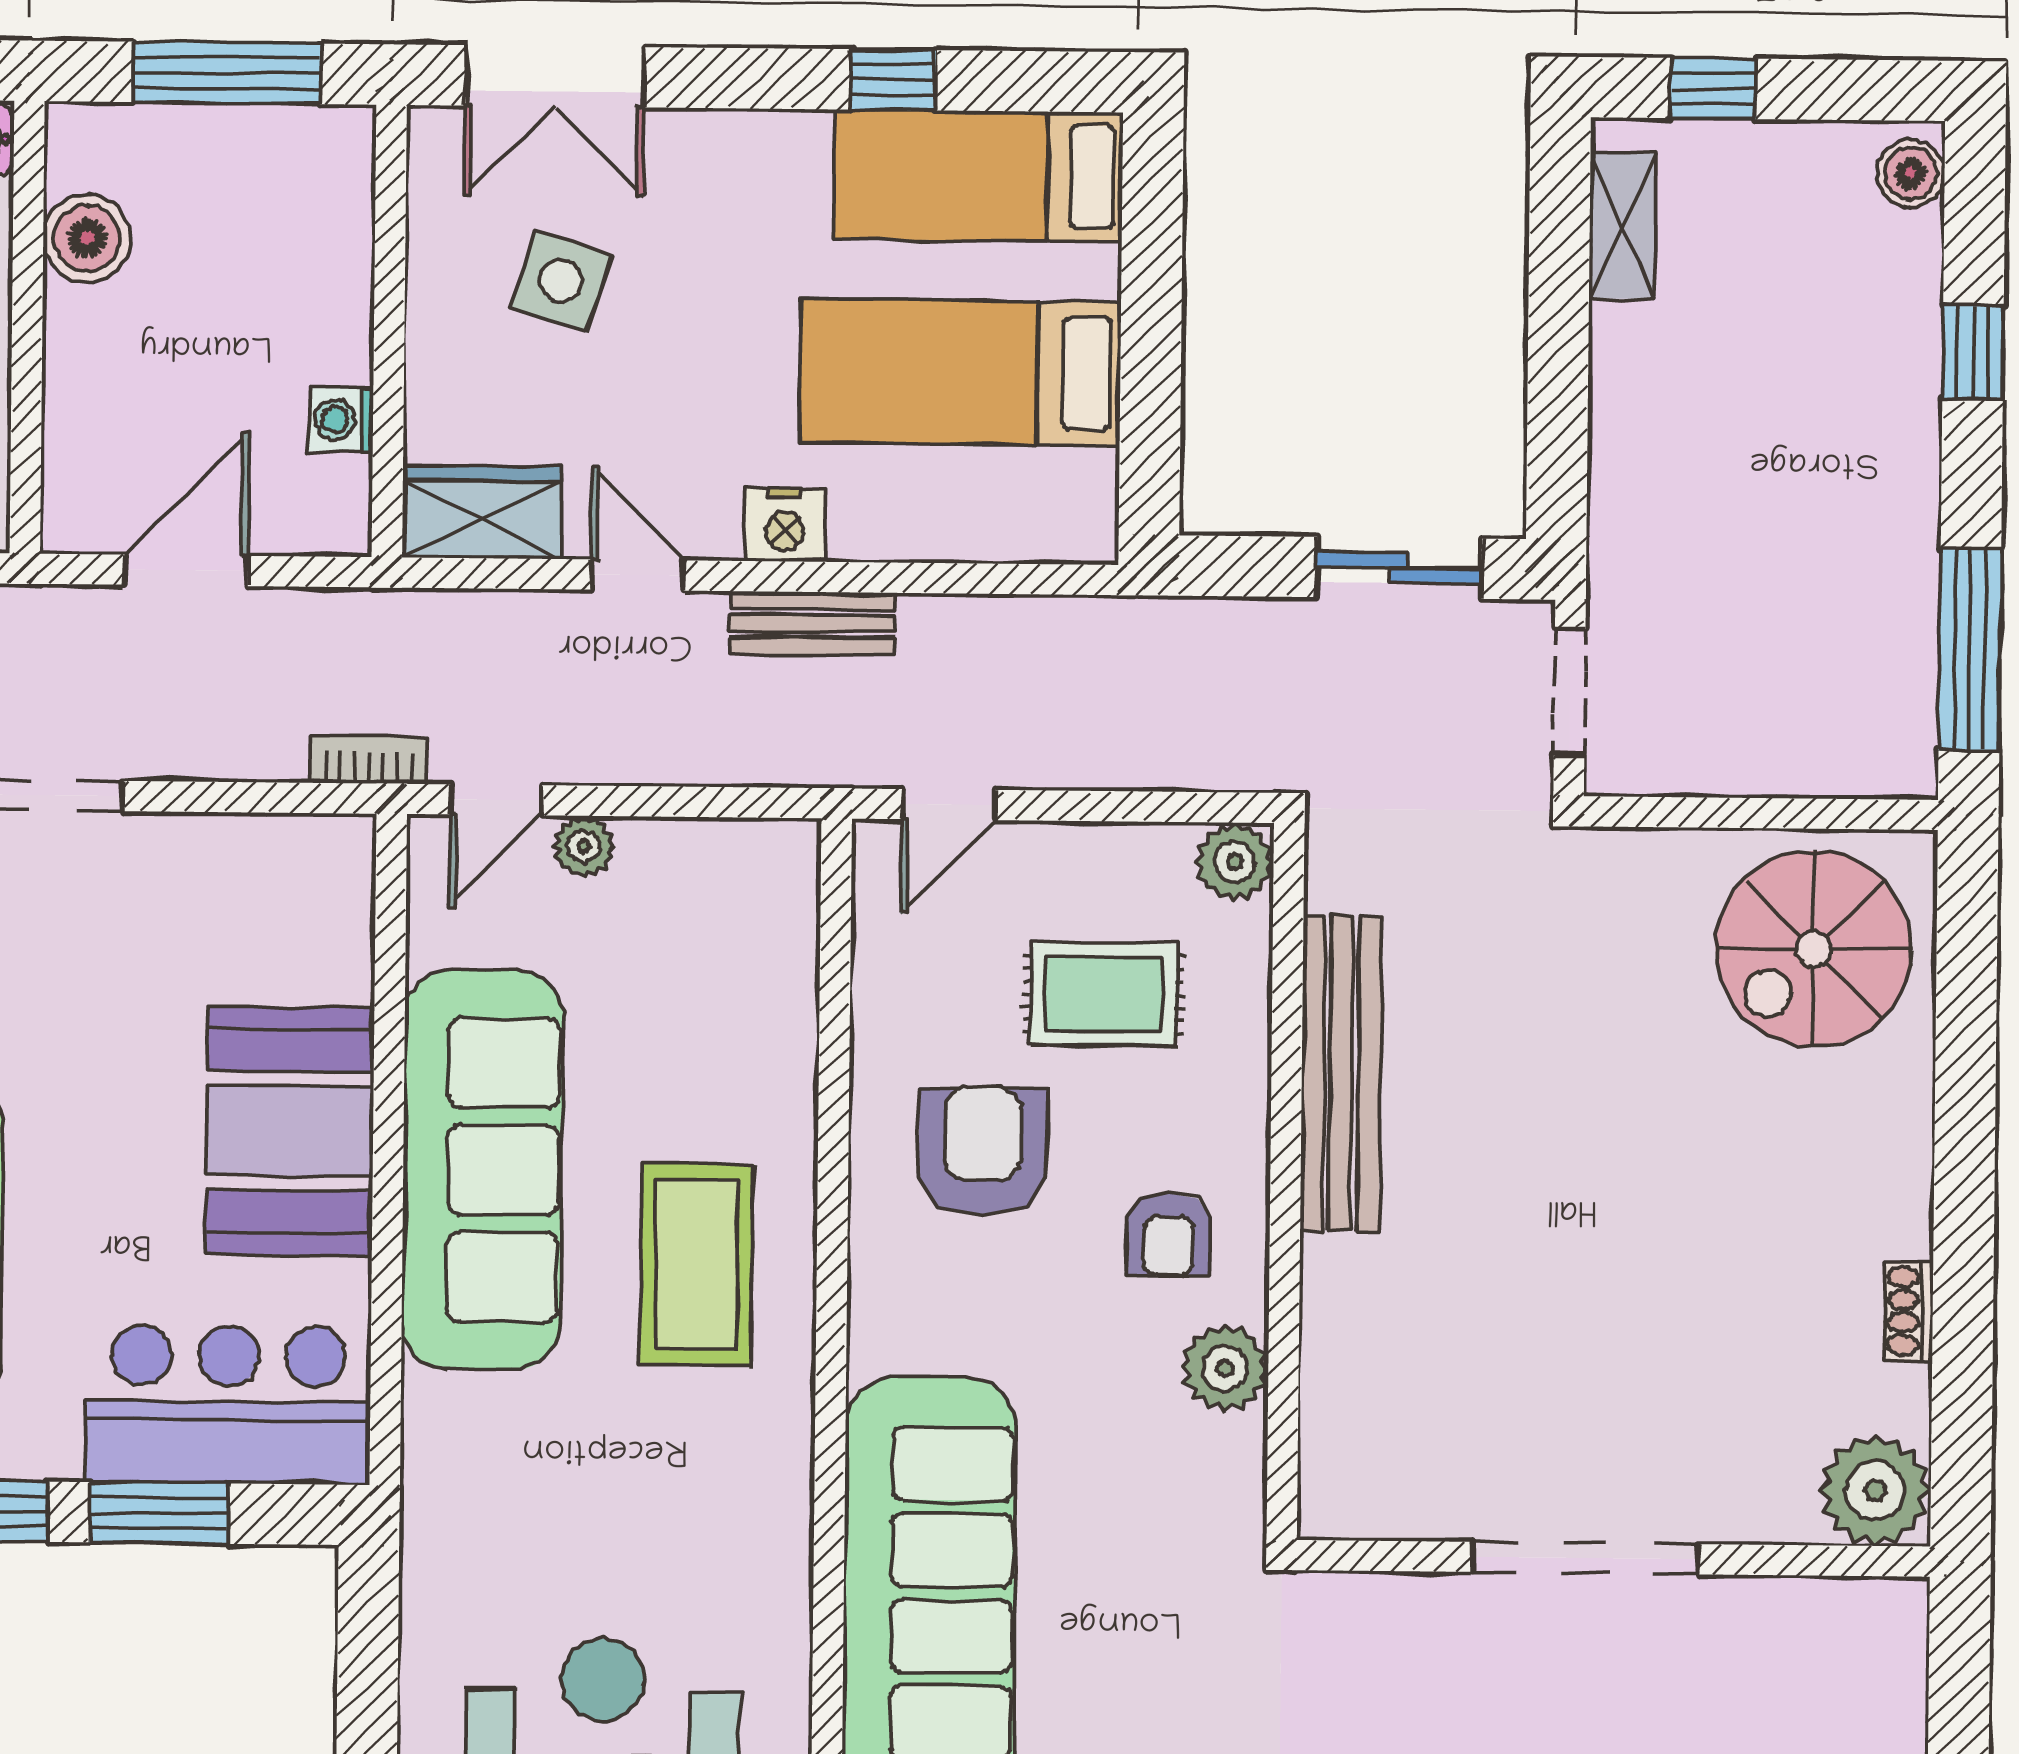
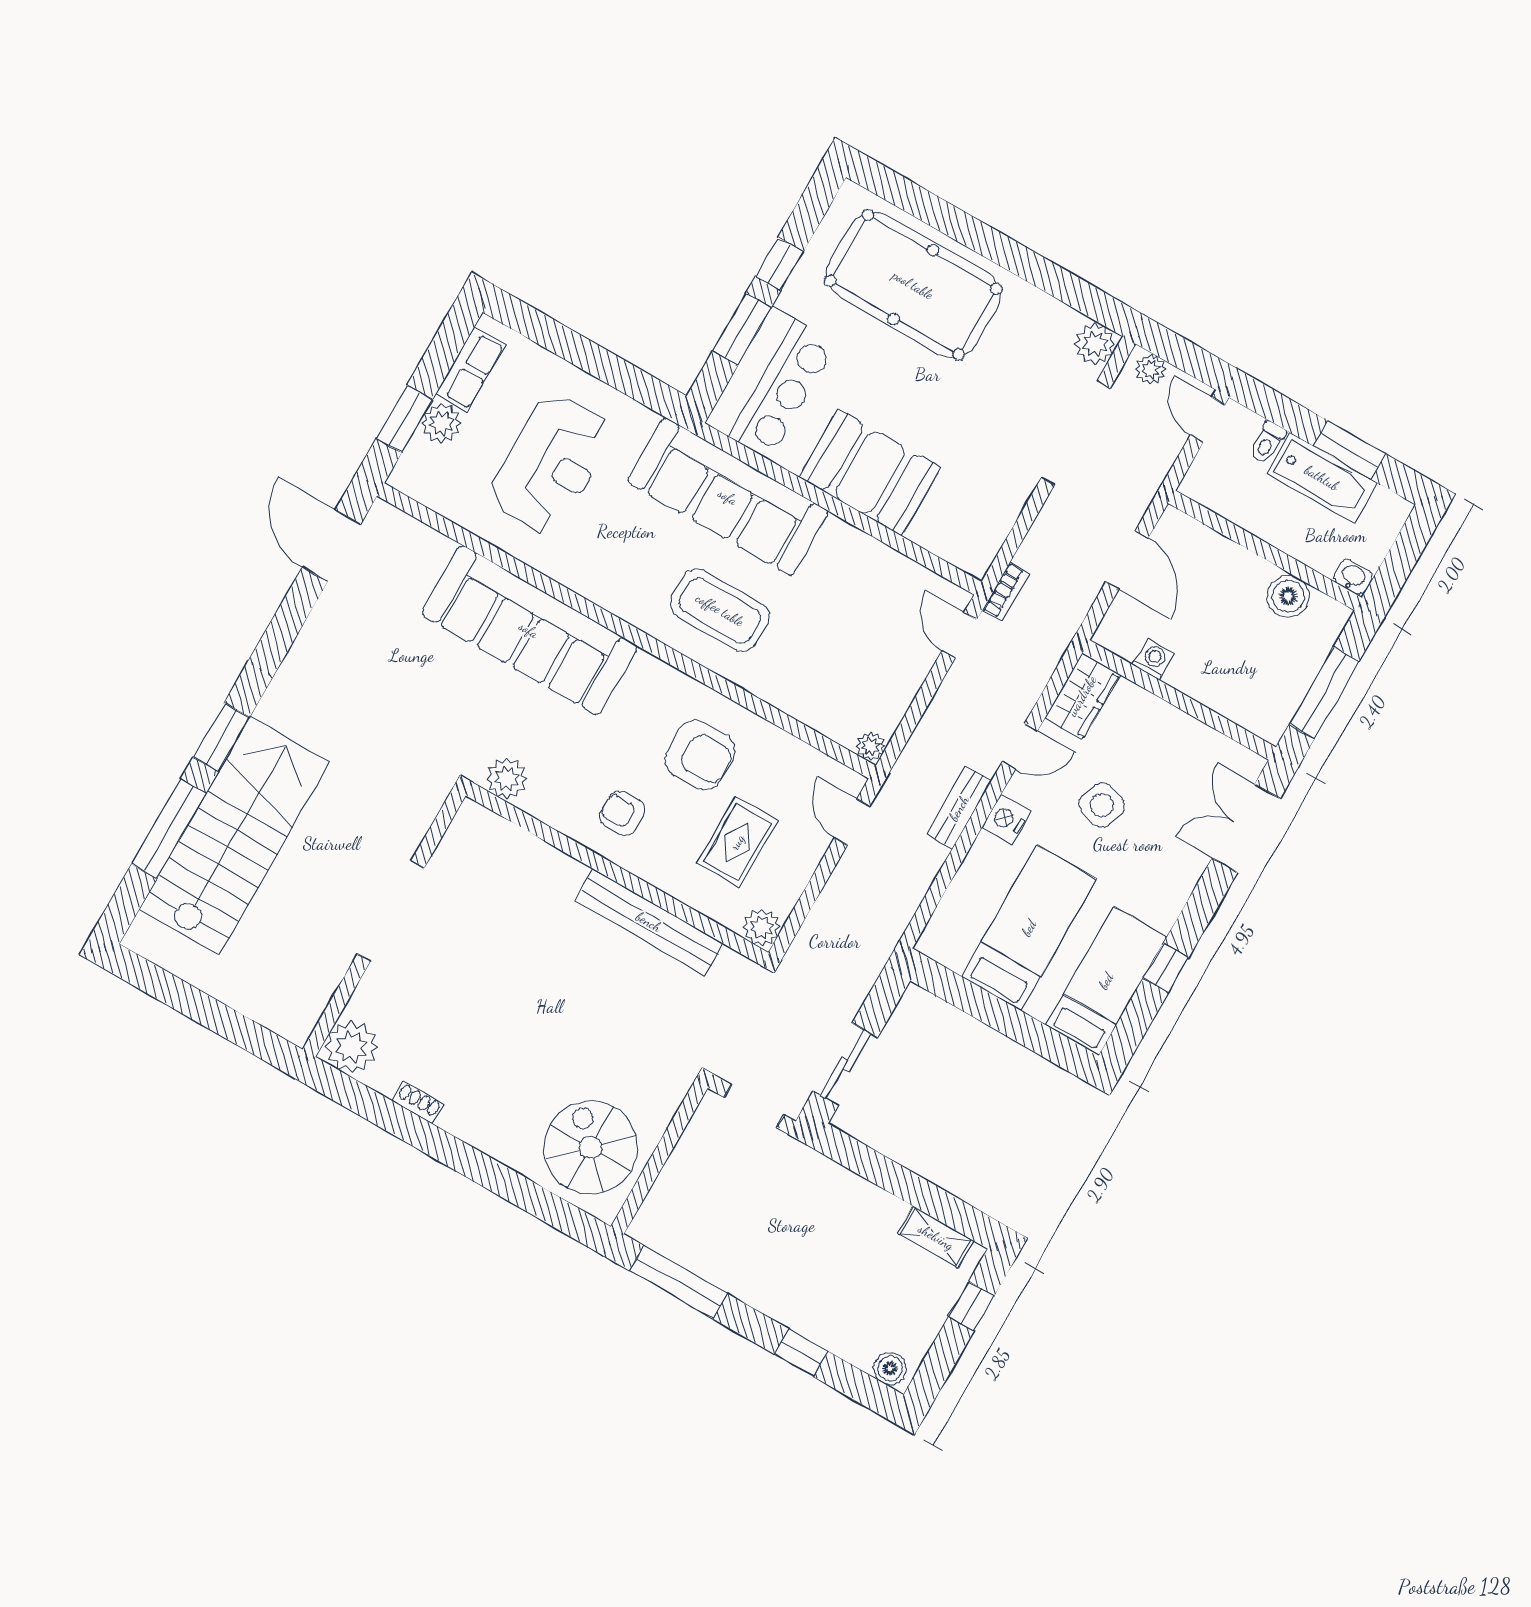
side table: (561, 281) -> (1102, 805), moved
plant: (584, 846) -> (871, 746), moved
sofa: (483, 1170) -> (728, 497), moved
plant: (1225, 1368) -> (507, 779), moved

